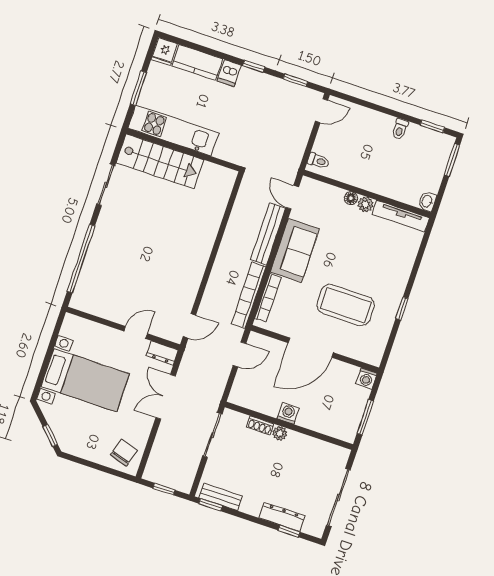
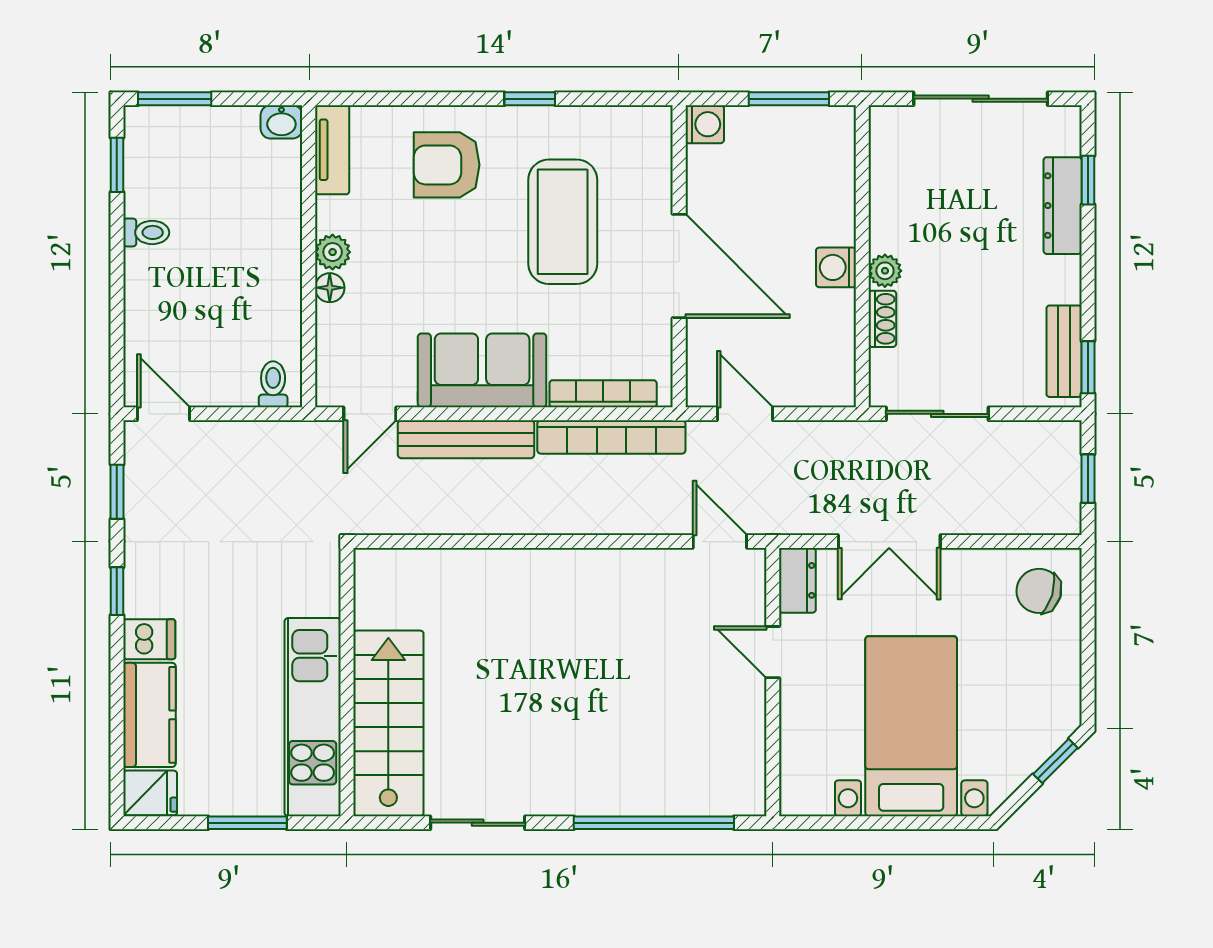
tv unit: (401, 216) -> (332, 150), width x0.71
armchair: (386, 264) -> (447, 165), added

